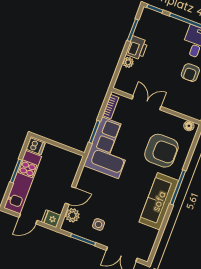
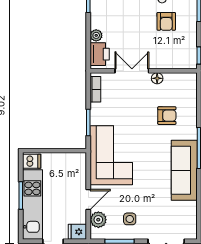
printer: (137, 48) -> (100, 54), moved
floor lamp: (189, 126) -> (157, 78), moved
corner sofa: (110, 148) -> (111, 155), moved
armchair: (161, 151) -> (167, 116), width x0.53, depth x0.53

